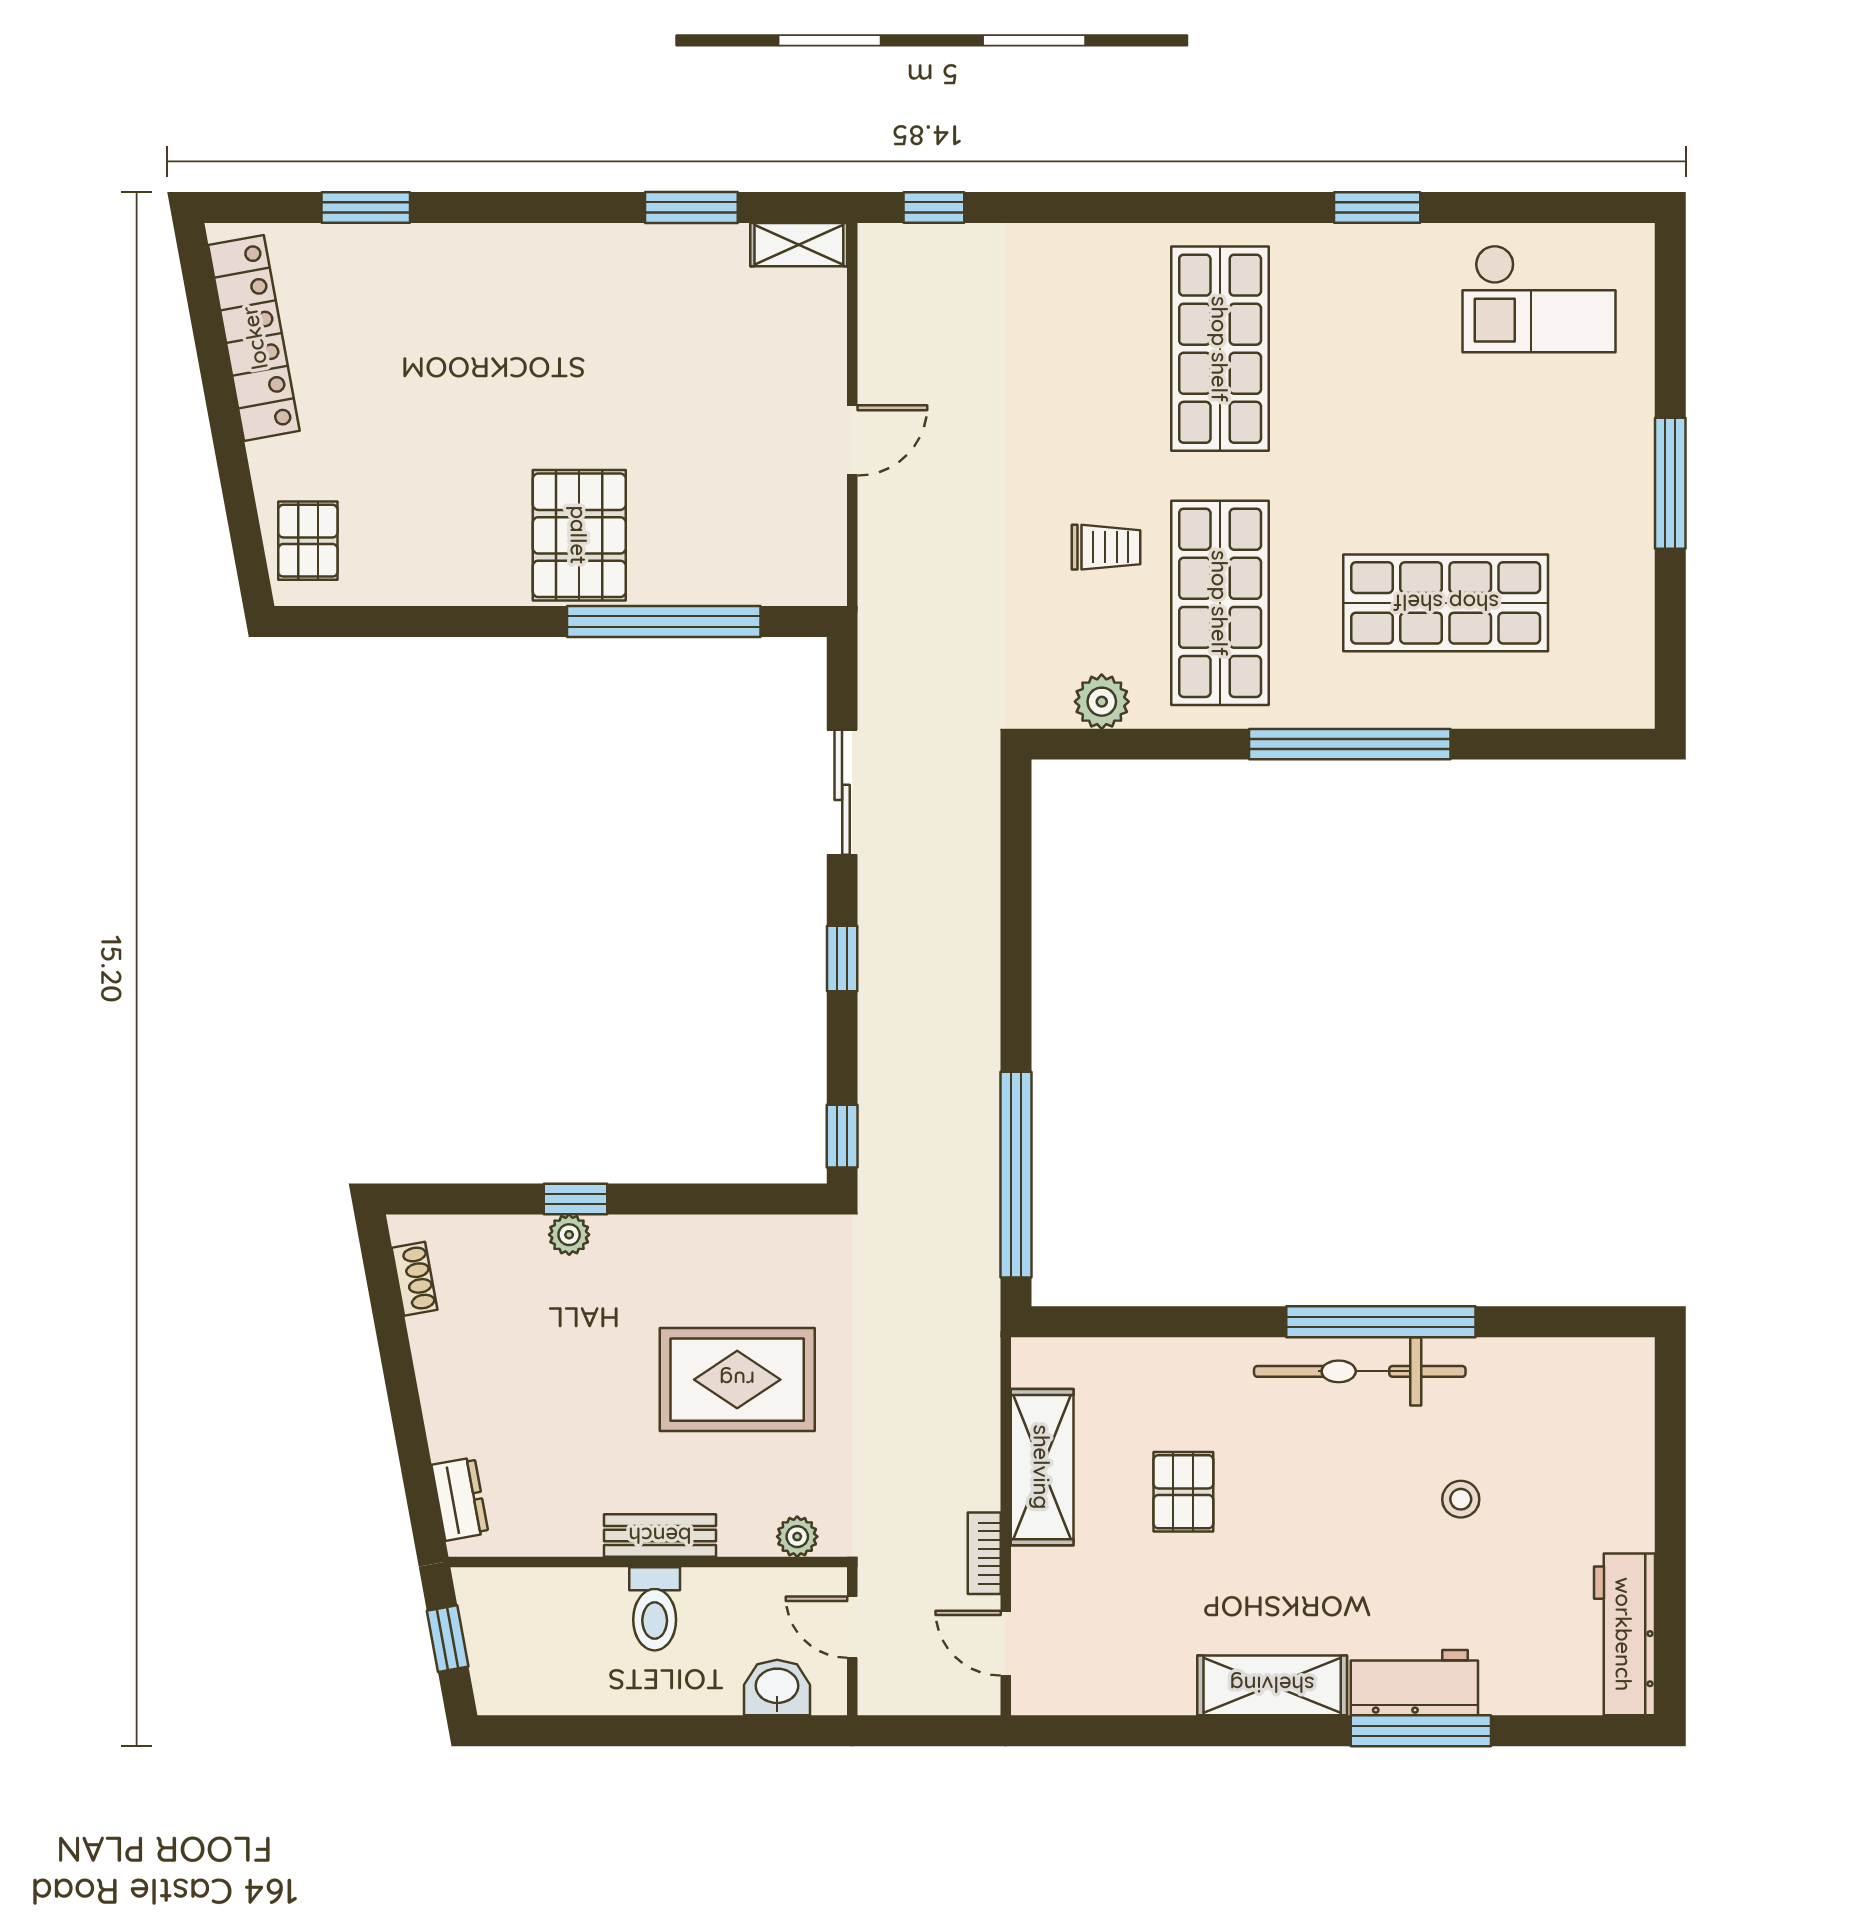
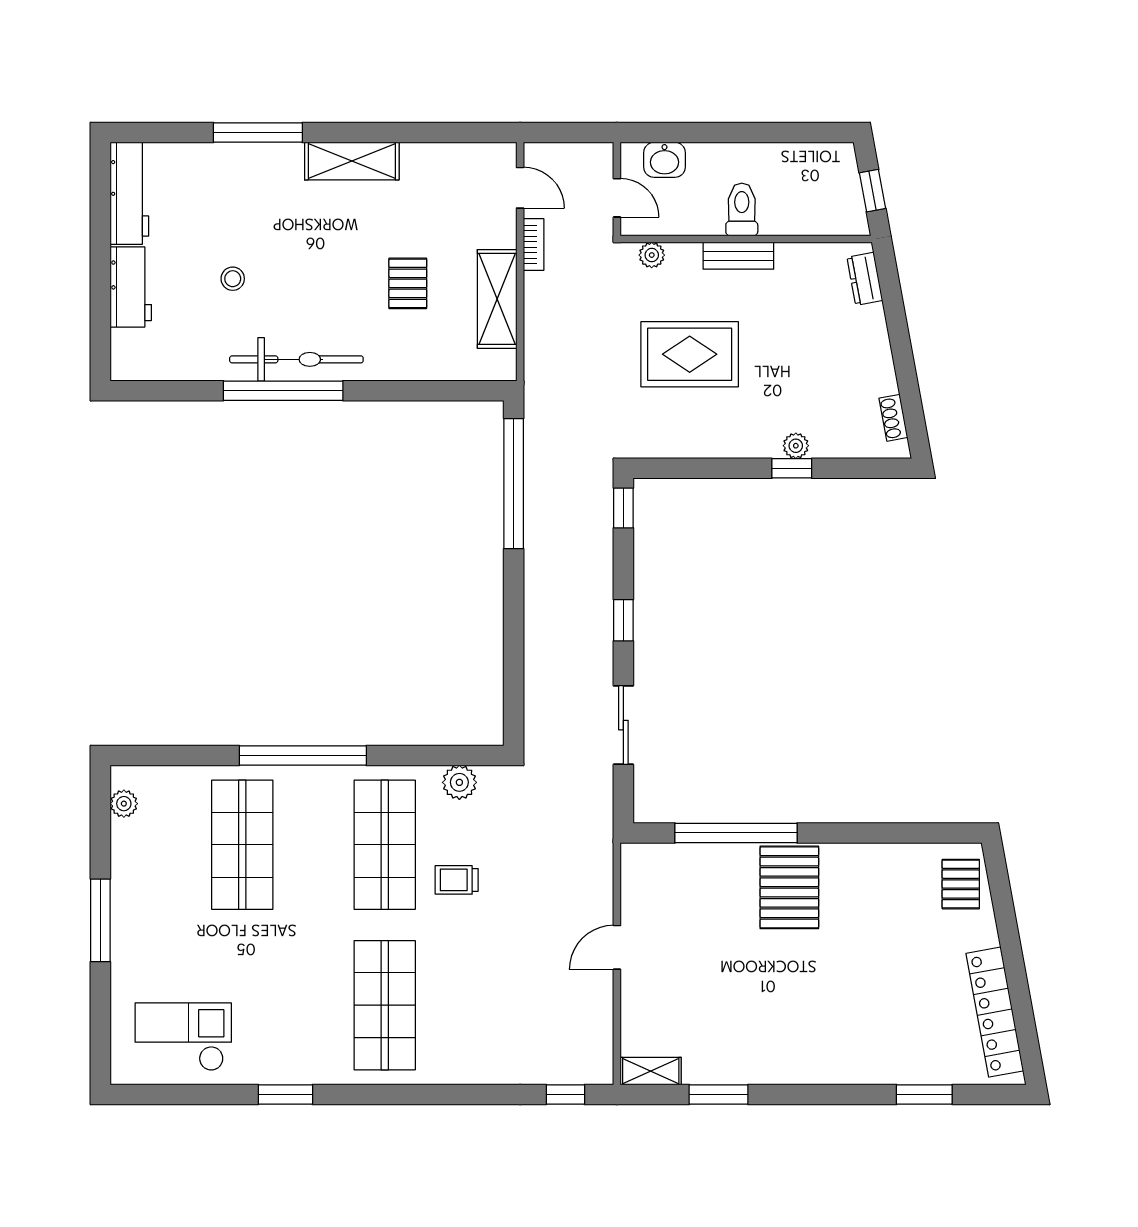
shop shelf: (1446, 603) -> (242, 845), turned 90
plant: (1633, 668) -> (124, 804), added
workbench: (1414, 1683) -> (131, 287), moved, turned -90

